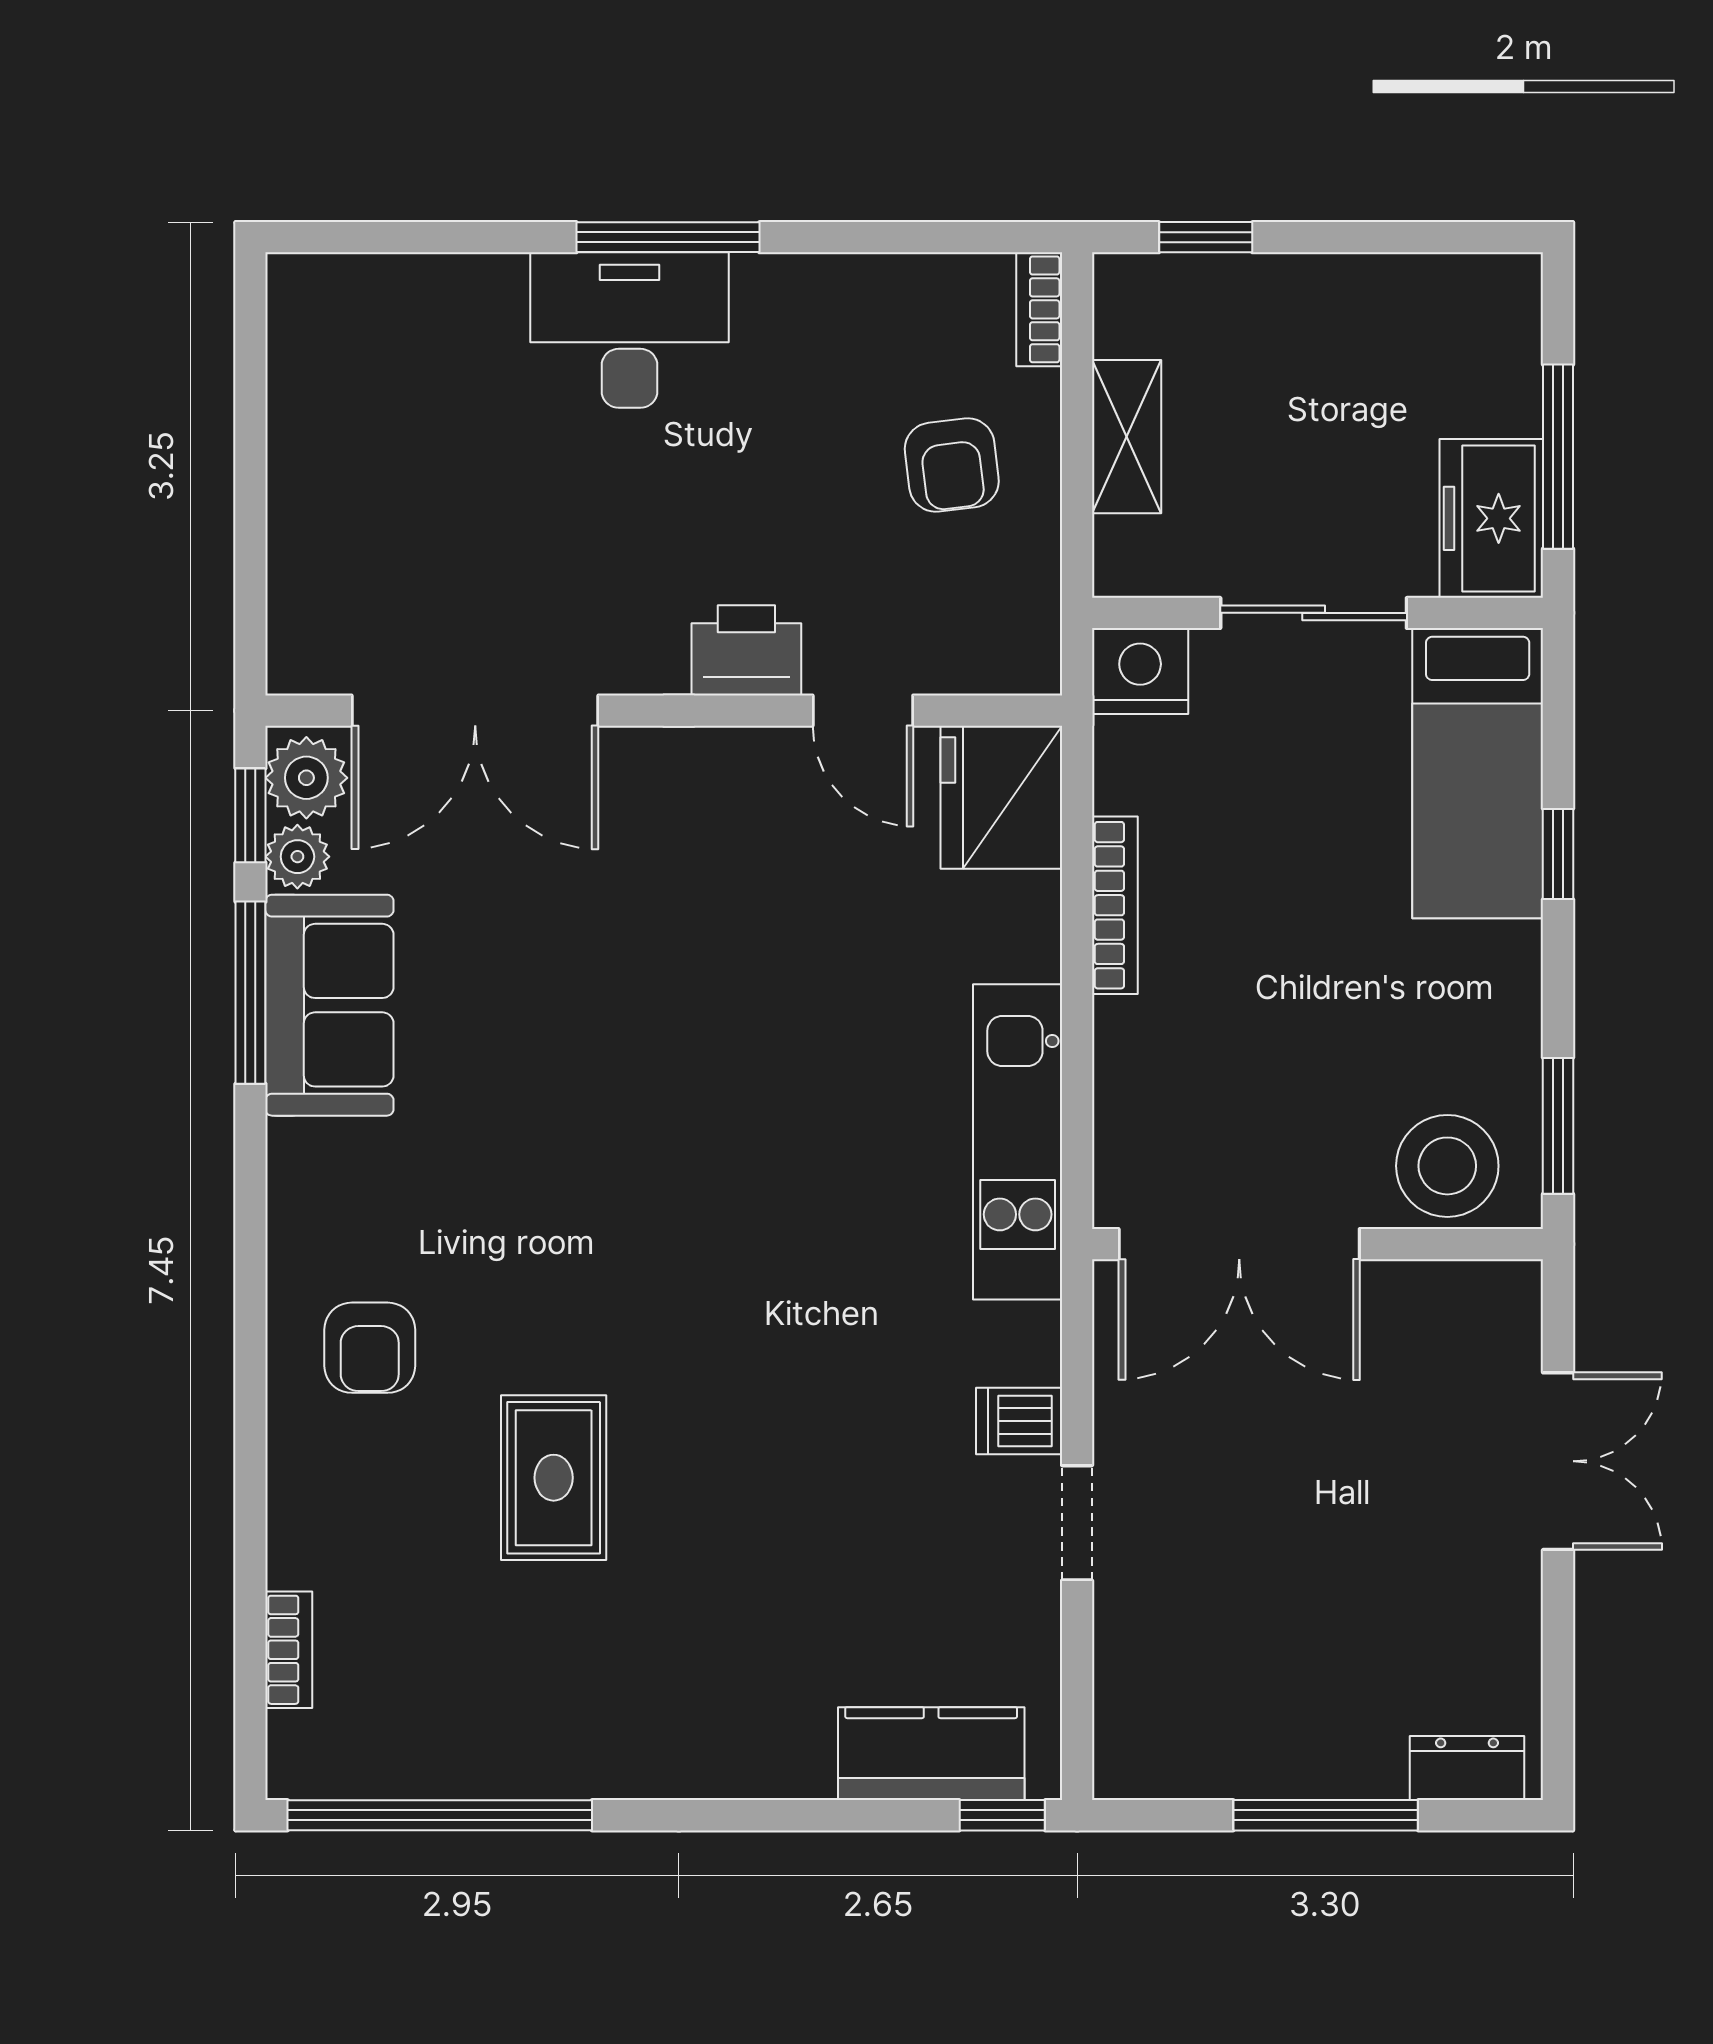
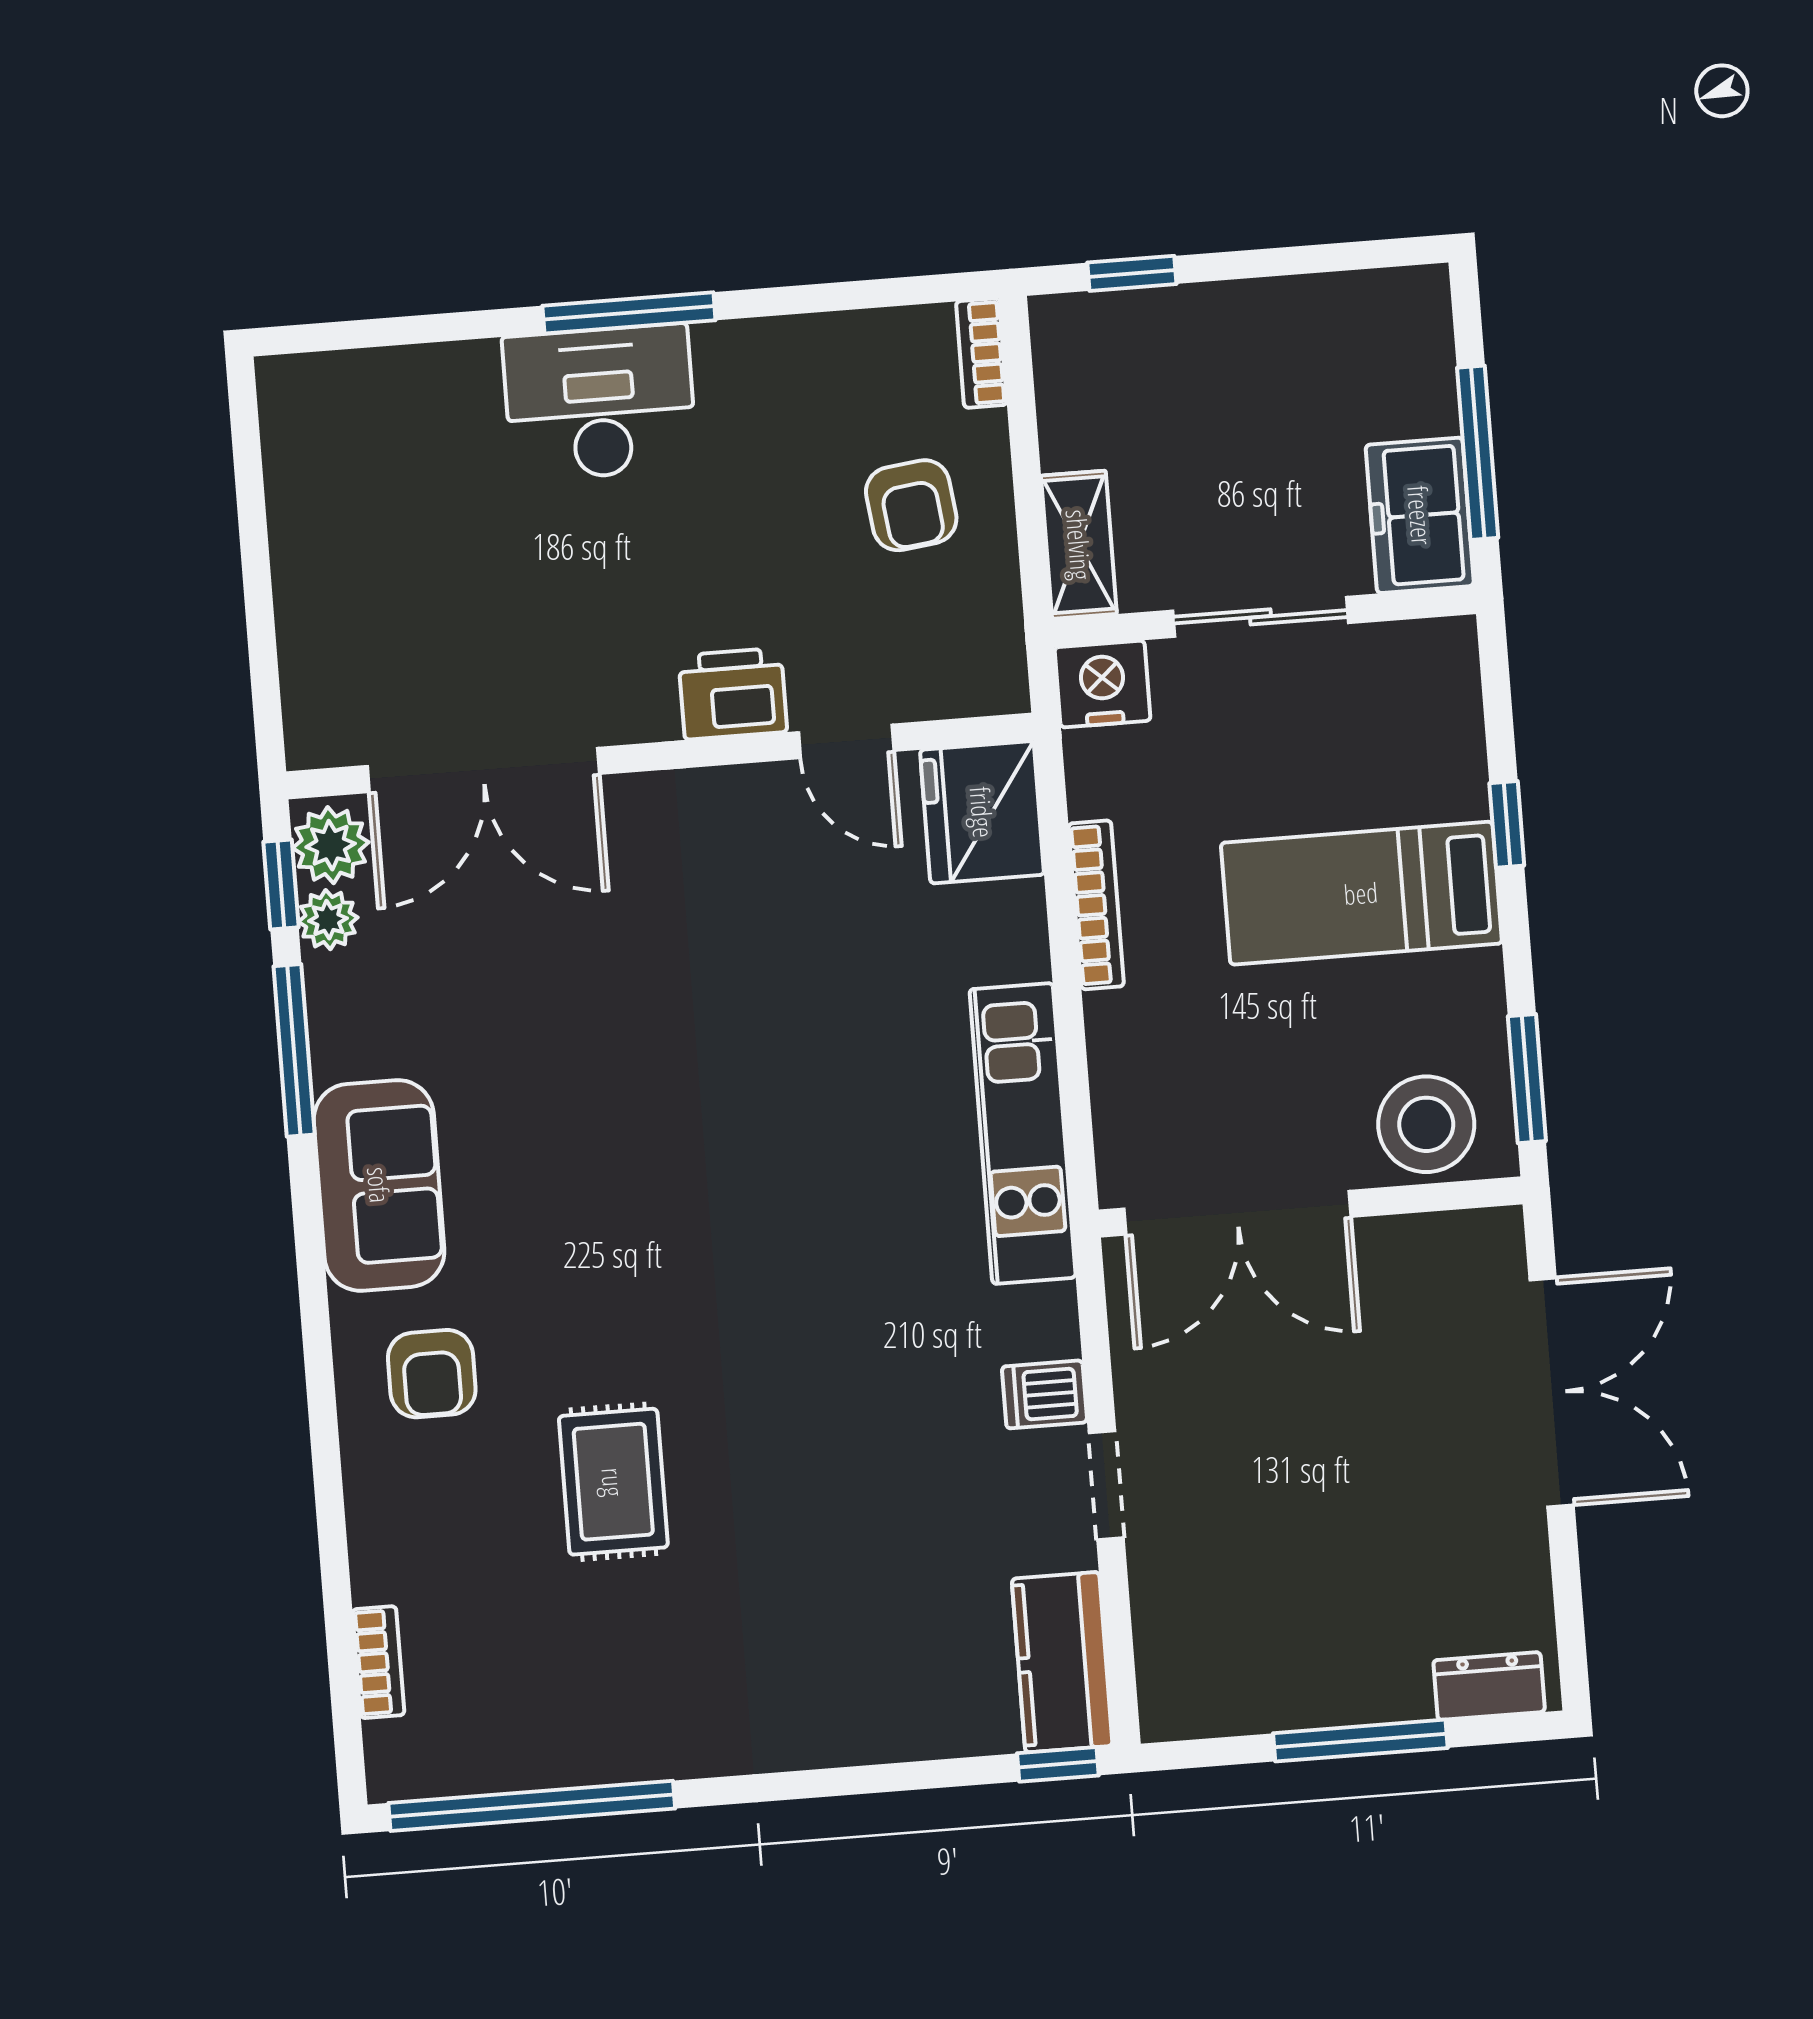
shelving: (1127, 437) -> (1079, 545), moved
bed: (1478, 773) -> (1361, 893), moved, turned 90
sofa: (329, 1005) -> (379, 1185), moved
double door: (1558, 1461) -> (1552, 1392), width x1.37
kitchen counter: (931, 1754) -> (1062, 1662), moved, turned -90

